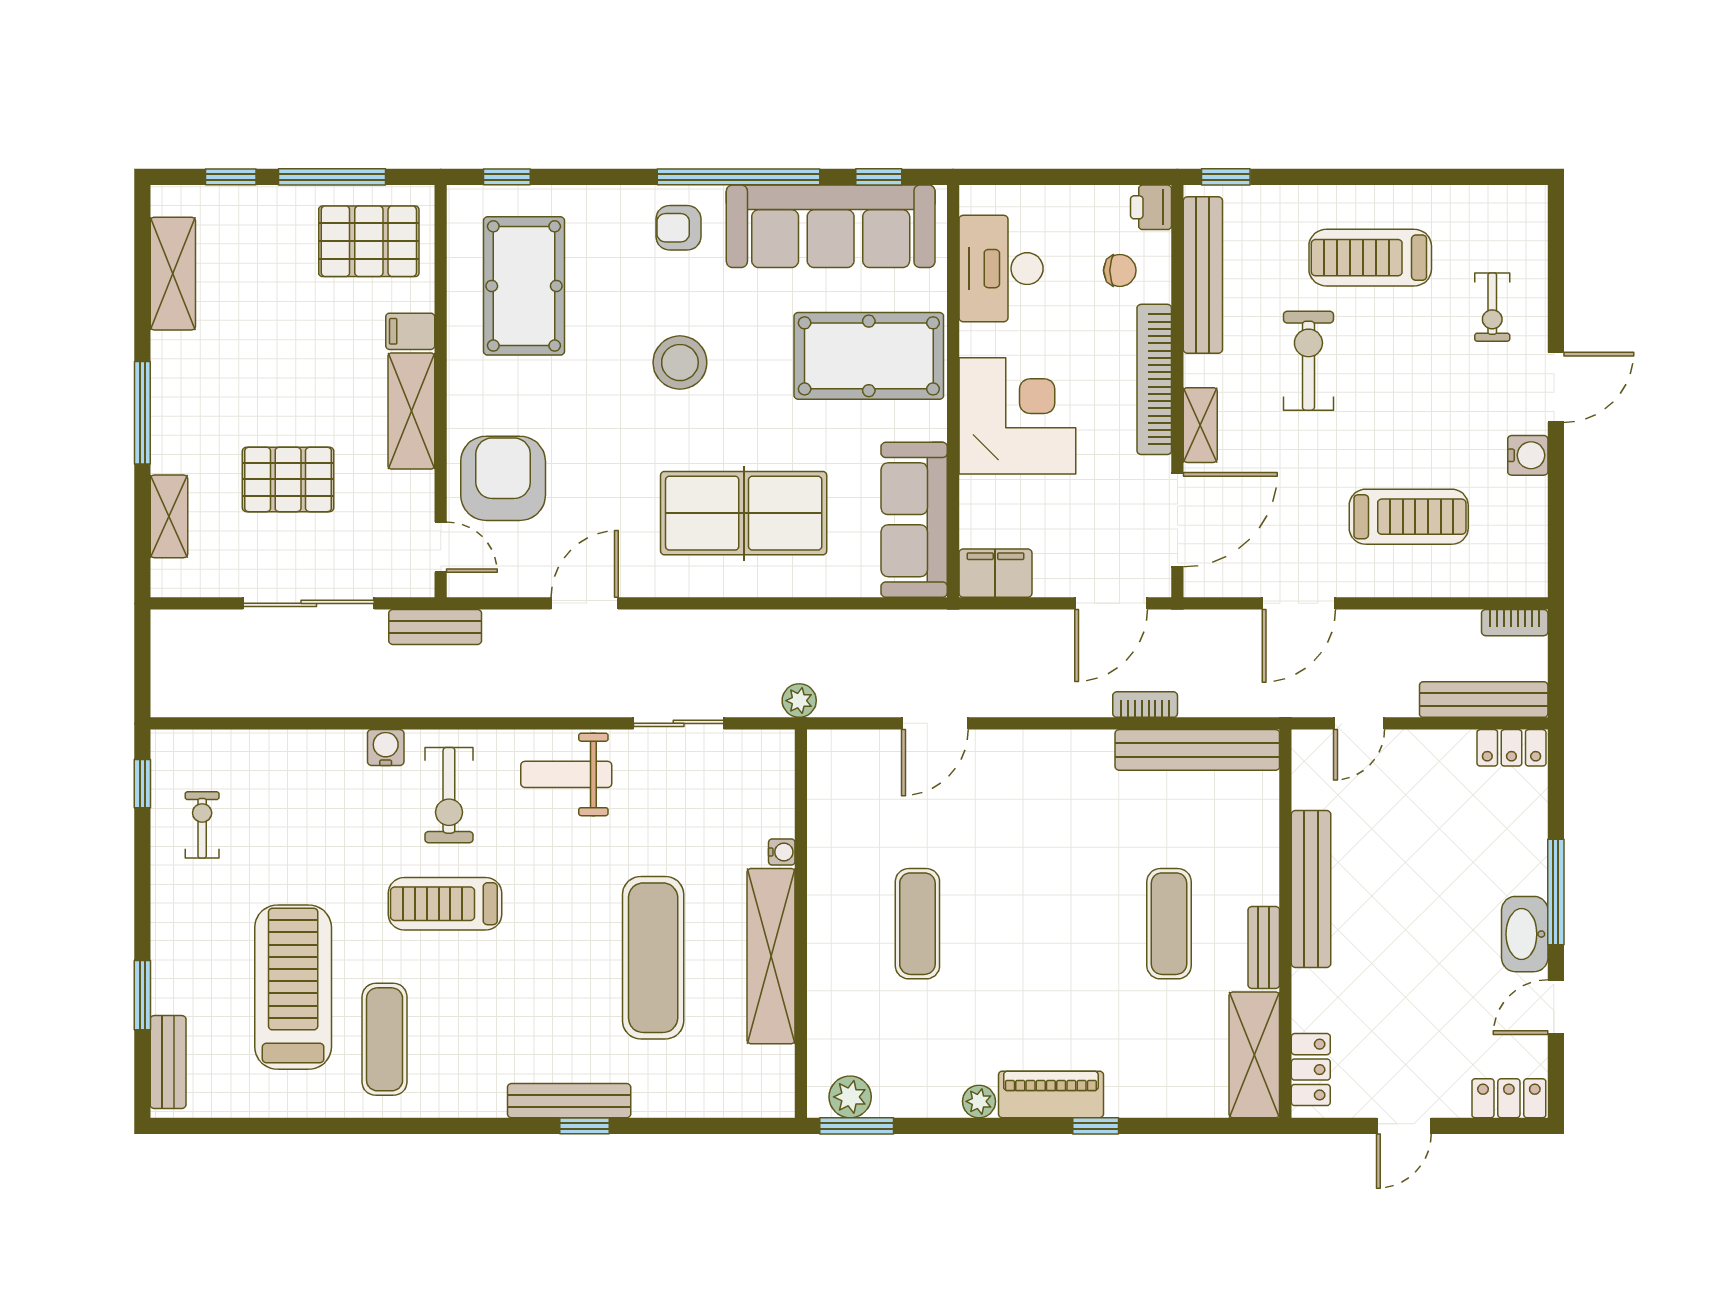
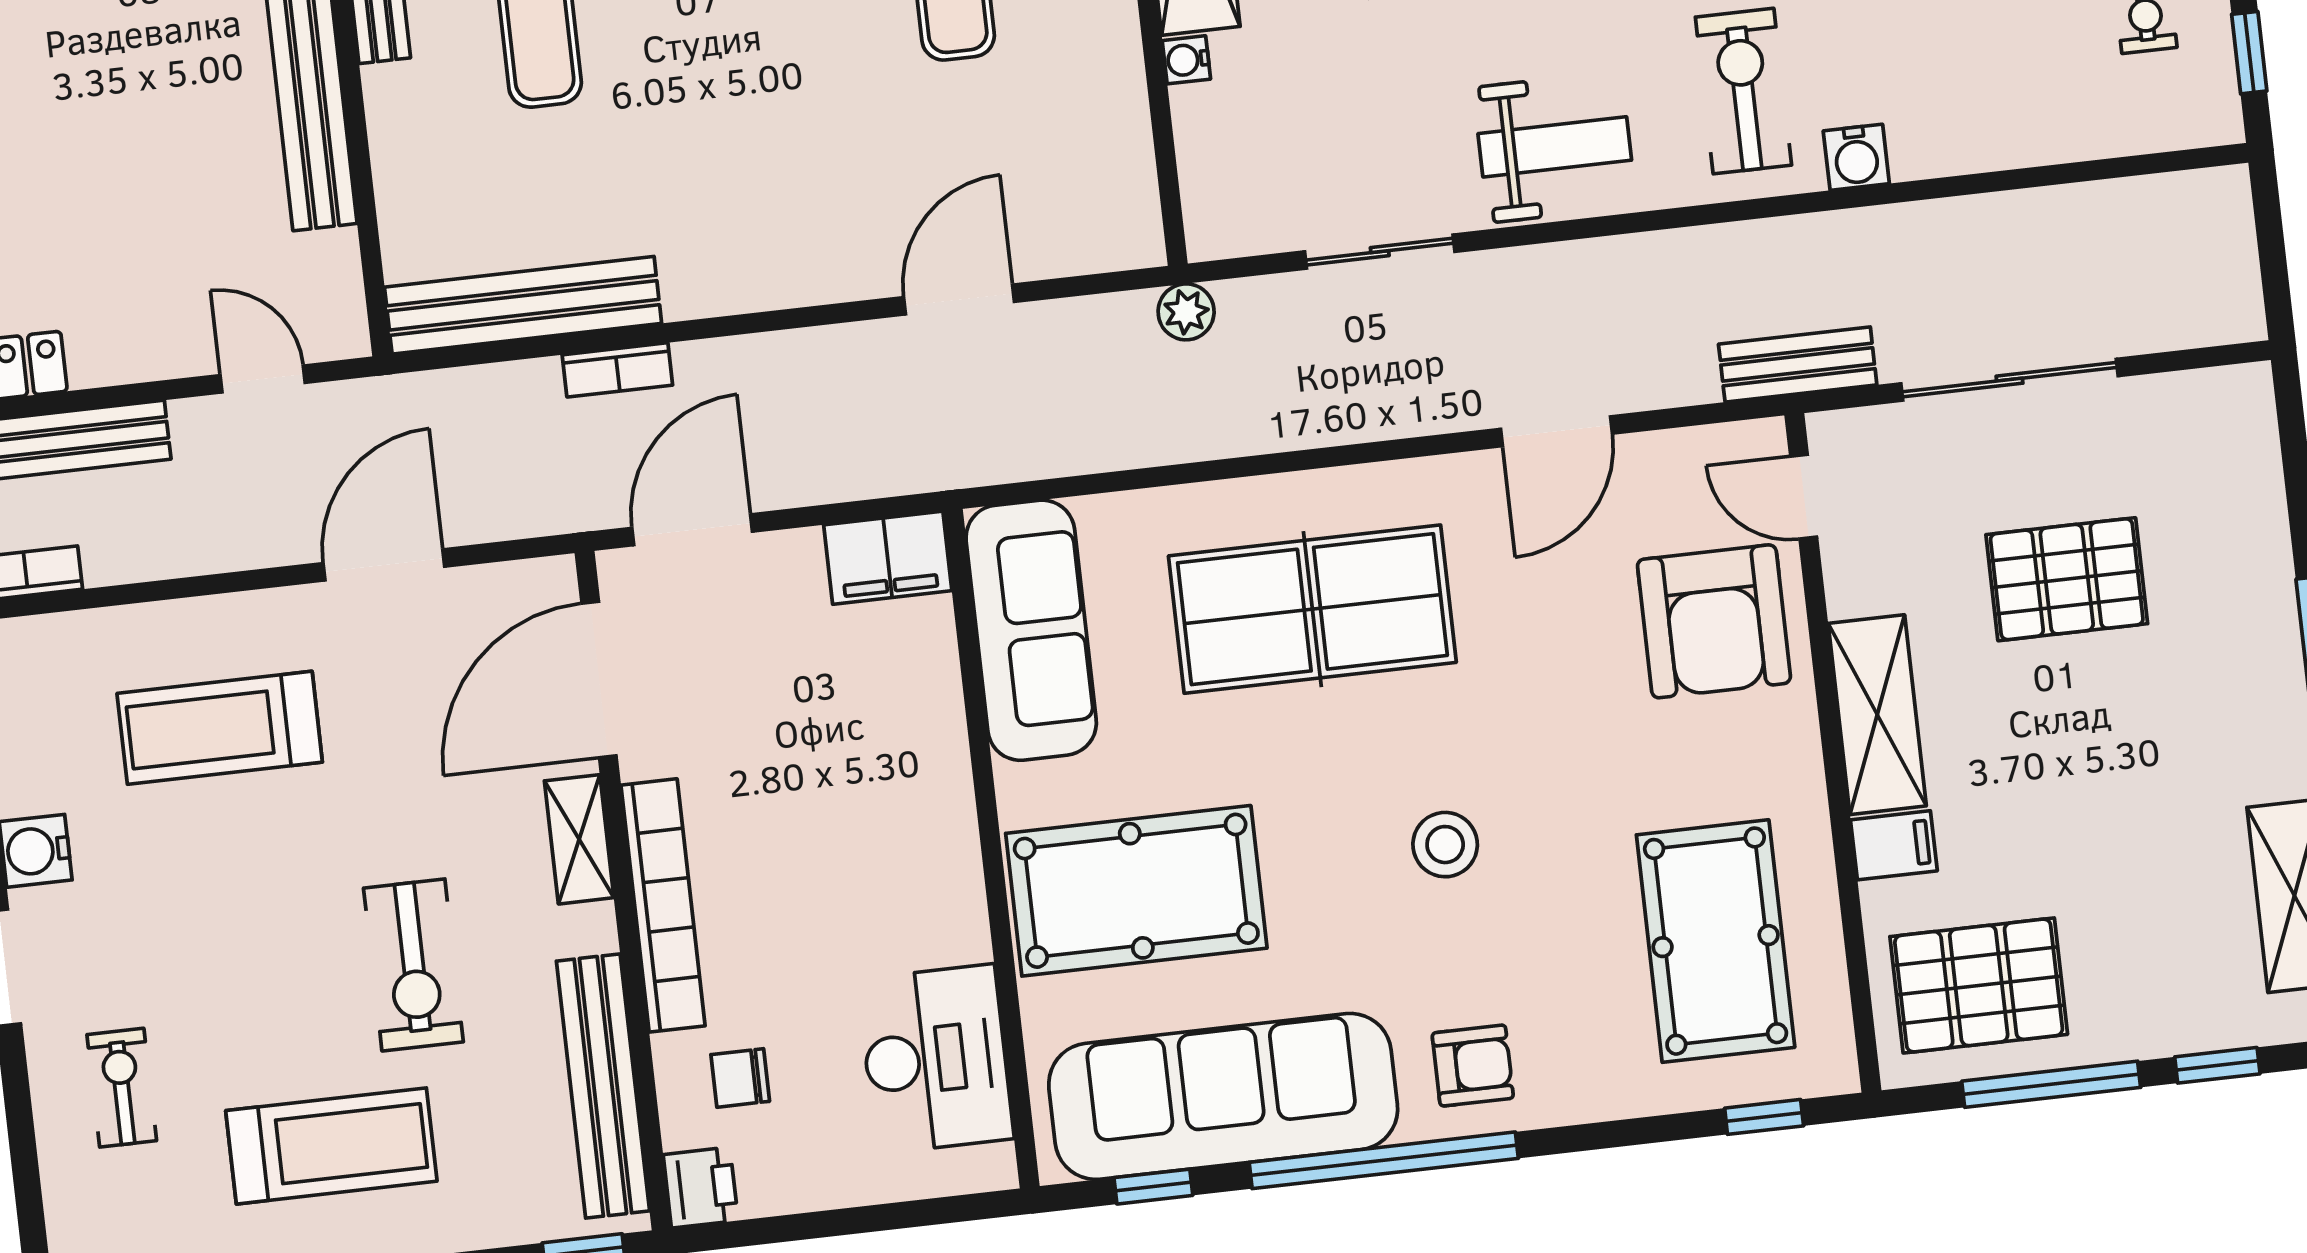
stool: (680, 363) -> (1445, 845), width x0.73, depth x0.73
corner desk: (1017, 416) -> (881, 820), removed
shelving: (169, 516) -> (2255, 496), removed
door: (1359, 723) -> (263, 379), hinge flipped

